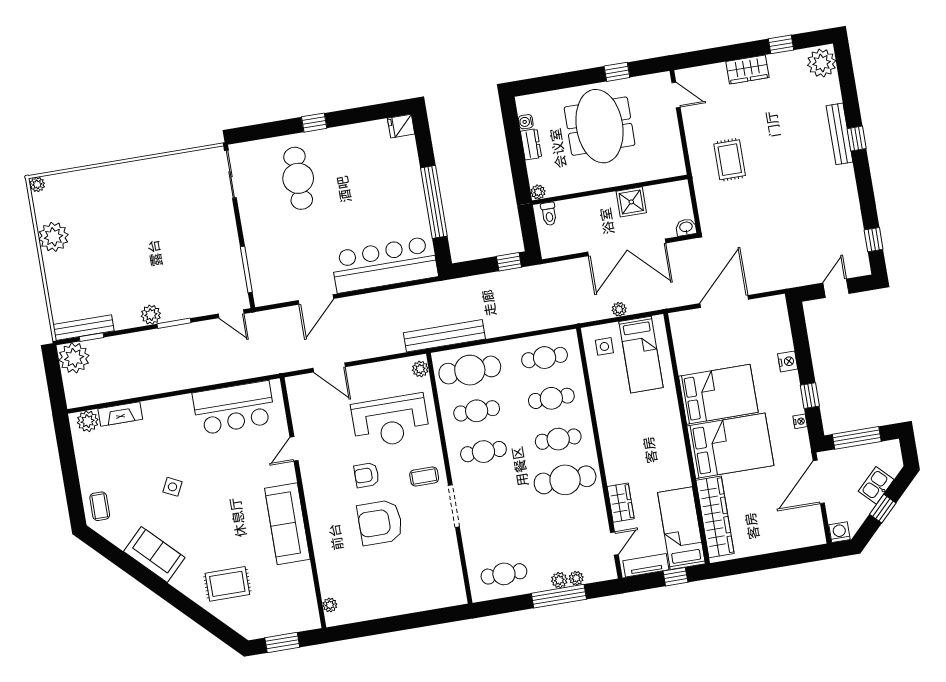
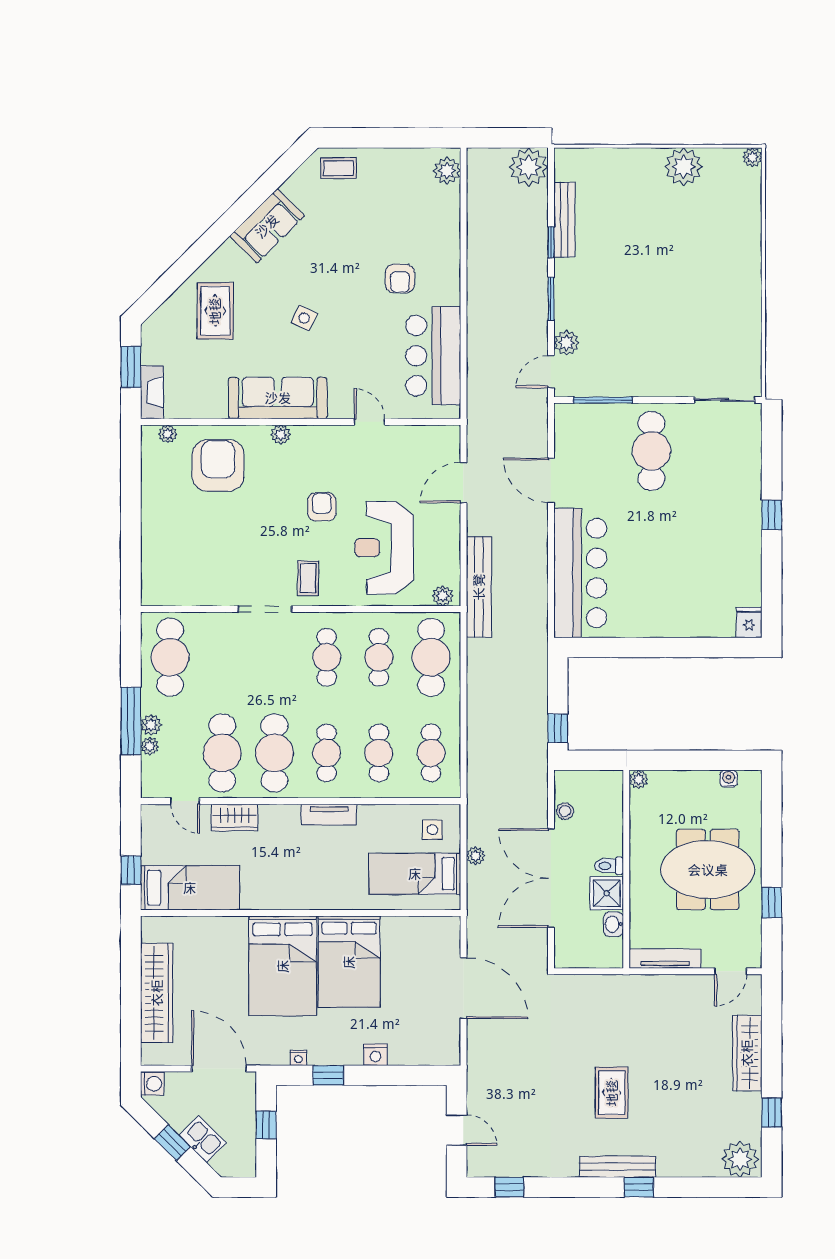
wardrobe: (747, 70) -> (747, 1053), width x1.50
bench: (840, 134) -> (618, 1167), moved
dresser: (531, 144) -> (699, 780), removed
tv unit: (675, 148) -> (665, 959), added
rug: (730, 160) -> (612, 1093), moved, turned 90
cafe table: (298, 178) -> (651, 451), moved, turned 90
window: (434, 202) -> (648, 647), removed
toilet: (549, 214) -> (609, 866), moved
washbasin: (686, 227) -> (614, 924), moved, turned 180
stool: (573, 245) -> (565, 811), added
plant: (151, 315) -> (566, 343), moved
bench: (84, 328) -> (564, 220), moved
bench: (444, 336) -> (479, 587), moved
window: (91, 337) -> (551, 242), moved
fireplace: (120, 414) -> (152, 392), moved, turned 180
window: (857, 438) -> (266, 1125), width x0.46
armchair: (178, 444) -> (400, 278), added
side table: (172, 487) -> (304, 318), moved
plant: (316, 517) -> (281, 435), added
wardrobe: (715, 517) -> (157, 993), moved, turned -90
cafe table: (572, 521) -> (222, 753), added
armchair: (380, 522) -> (218, 465), moved
tv unit: (646, 565) -> (329, 815), moved, turned 90
cafe table: (504, 574) -> (170, 657), width x1.37, depth x1.35

